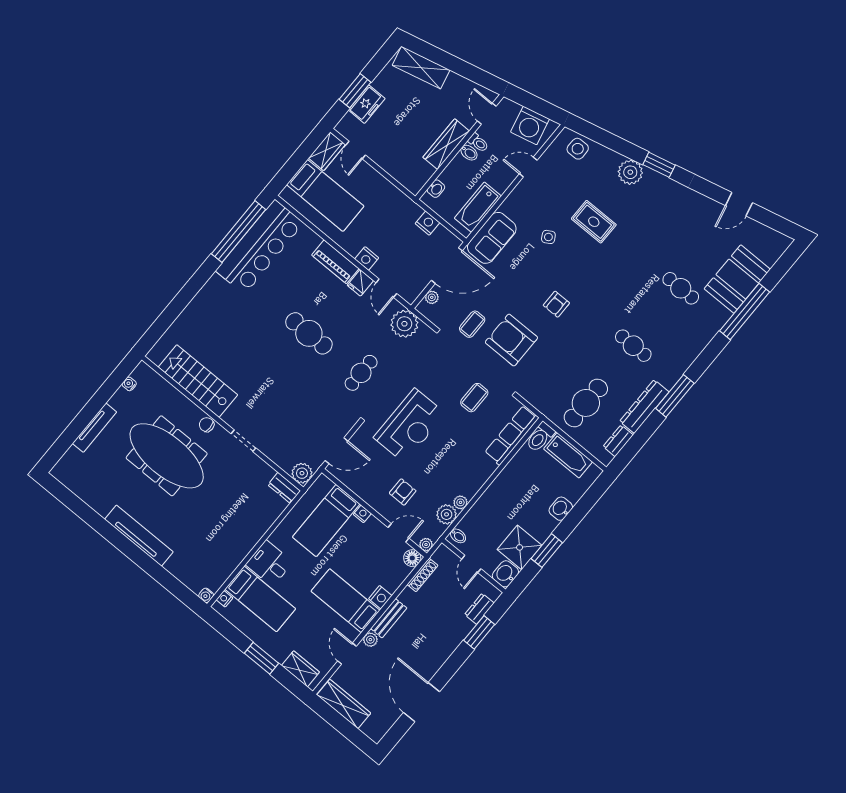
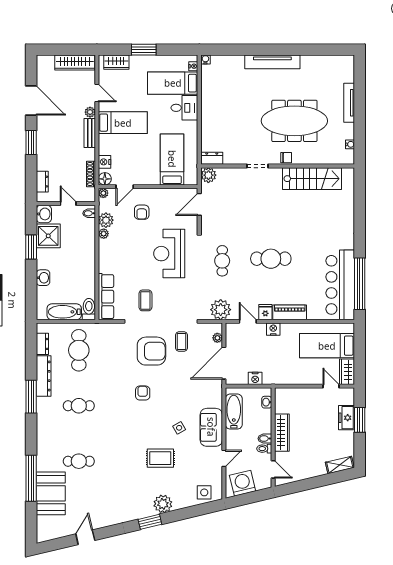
shelving: (421, 68) -> (340, 465), width x0.67, depth x0.75
sofa: (492, 238) -> (211, 427), moved
nightstand: (362, 514) -> (154, 180), removed
nightstand: (380, 597) -> (105, 162), moved
window: (479, 632) -> (31, 143), moved

